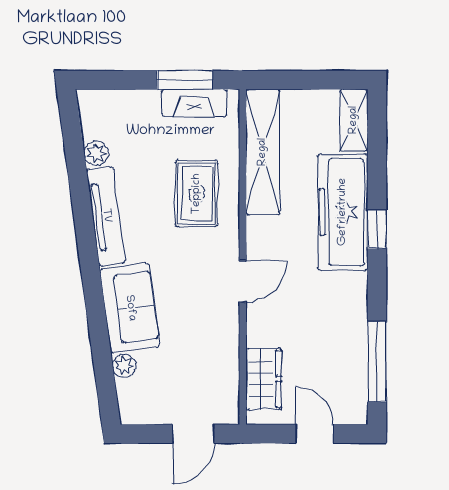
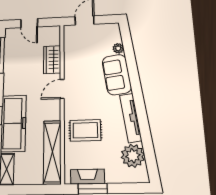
plant: (96, 153) -> (133, 156), width x1.87, depth x1.87
rug: (197, 194) -> (85, 130), turned 90
wardrobe: (264, 379) -> (52, 60), moved

